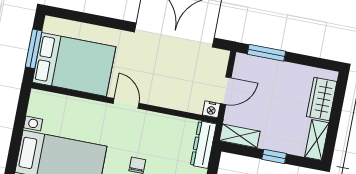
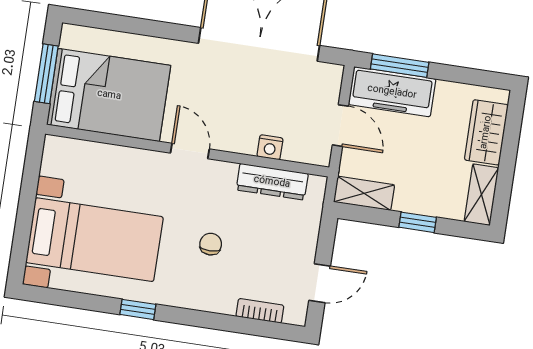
freezer: (261, 70) -> (392, 92), added
door: (226, 91) -> (340, 126), hinge flipped
nightstand: (211, 109) -> (270, 147), moved
dresser: (203, 145) -> (272, 182), moved, turned -90

